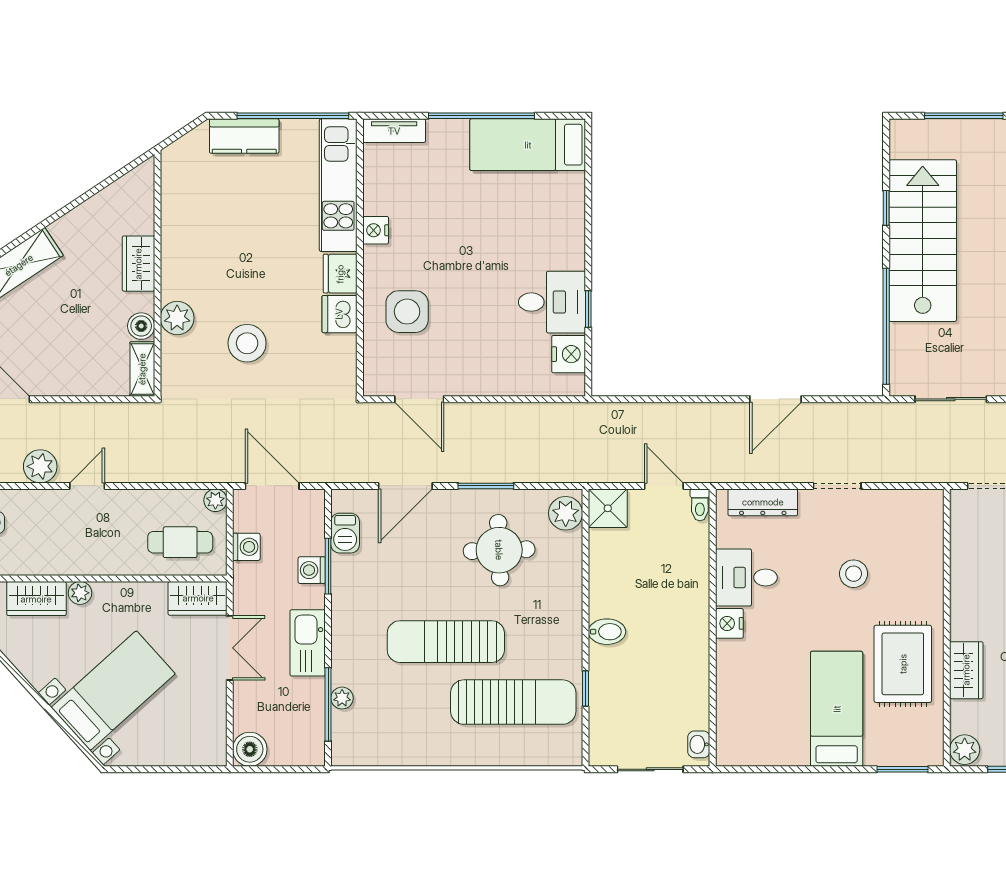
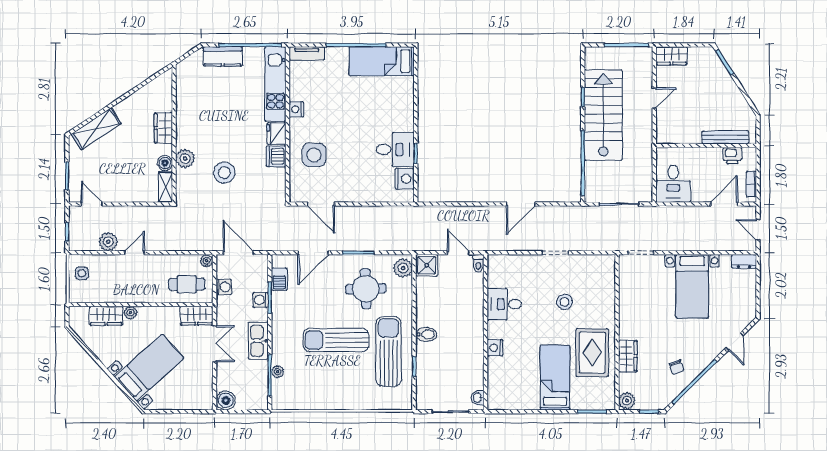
dresser: (763, 502) -> (514, 262), removed
nightstand: (729, 623) -> (495, 348), moved
sun lounger: (513, 702) -> (389, 351), moved, turned -90

